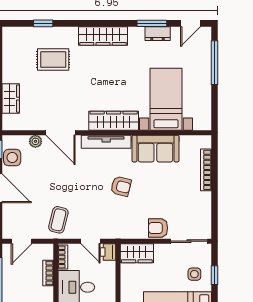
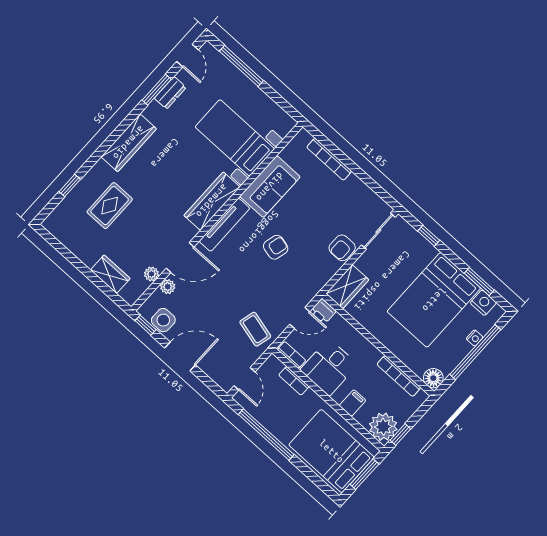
plant: (34, 124) -> (151, 274), added
side table: (194, 274) -> (412, 253), removed

